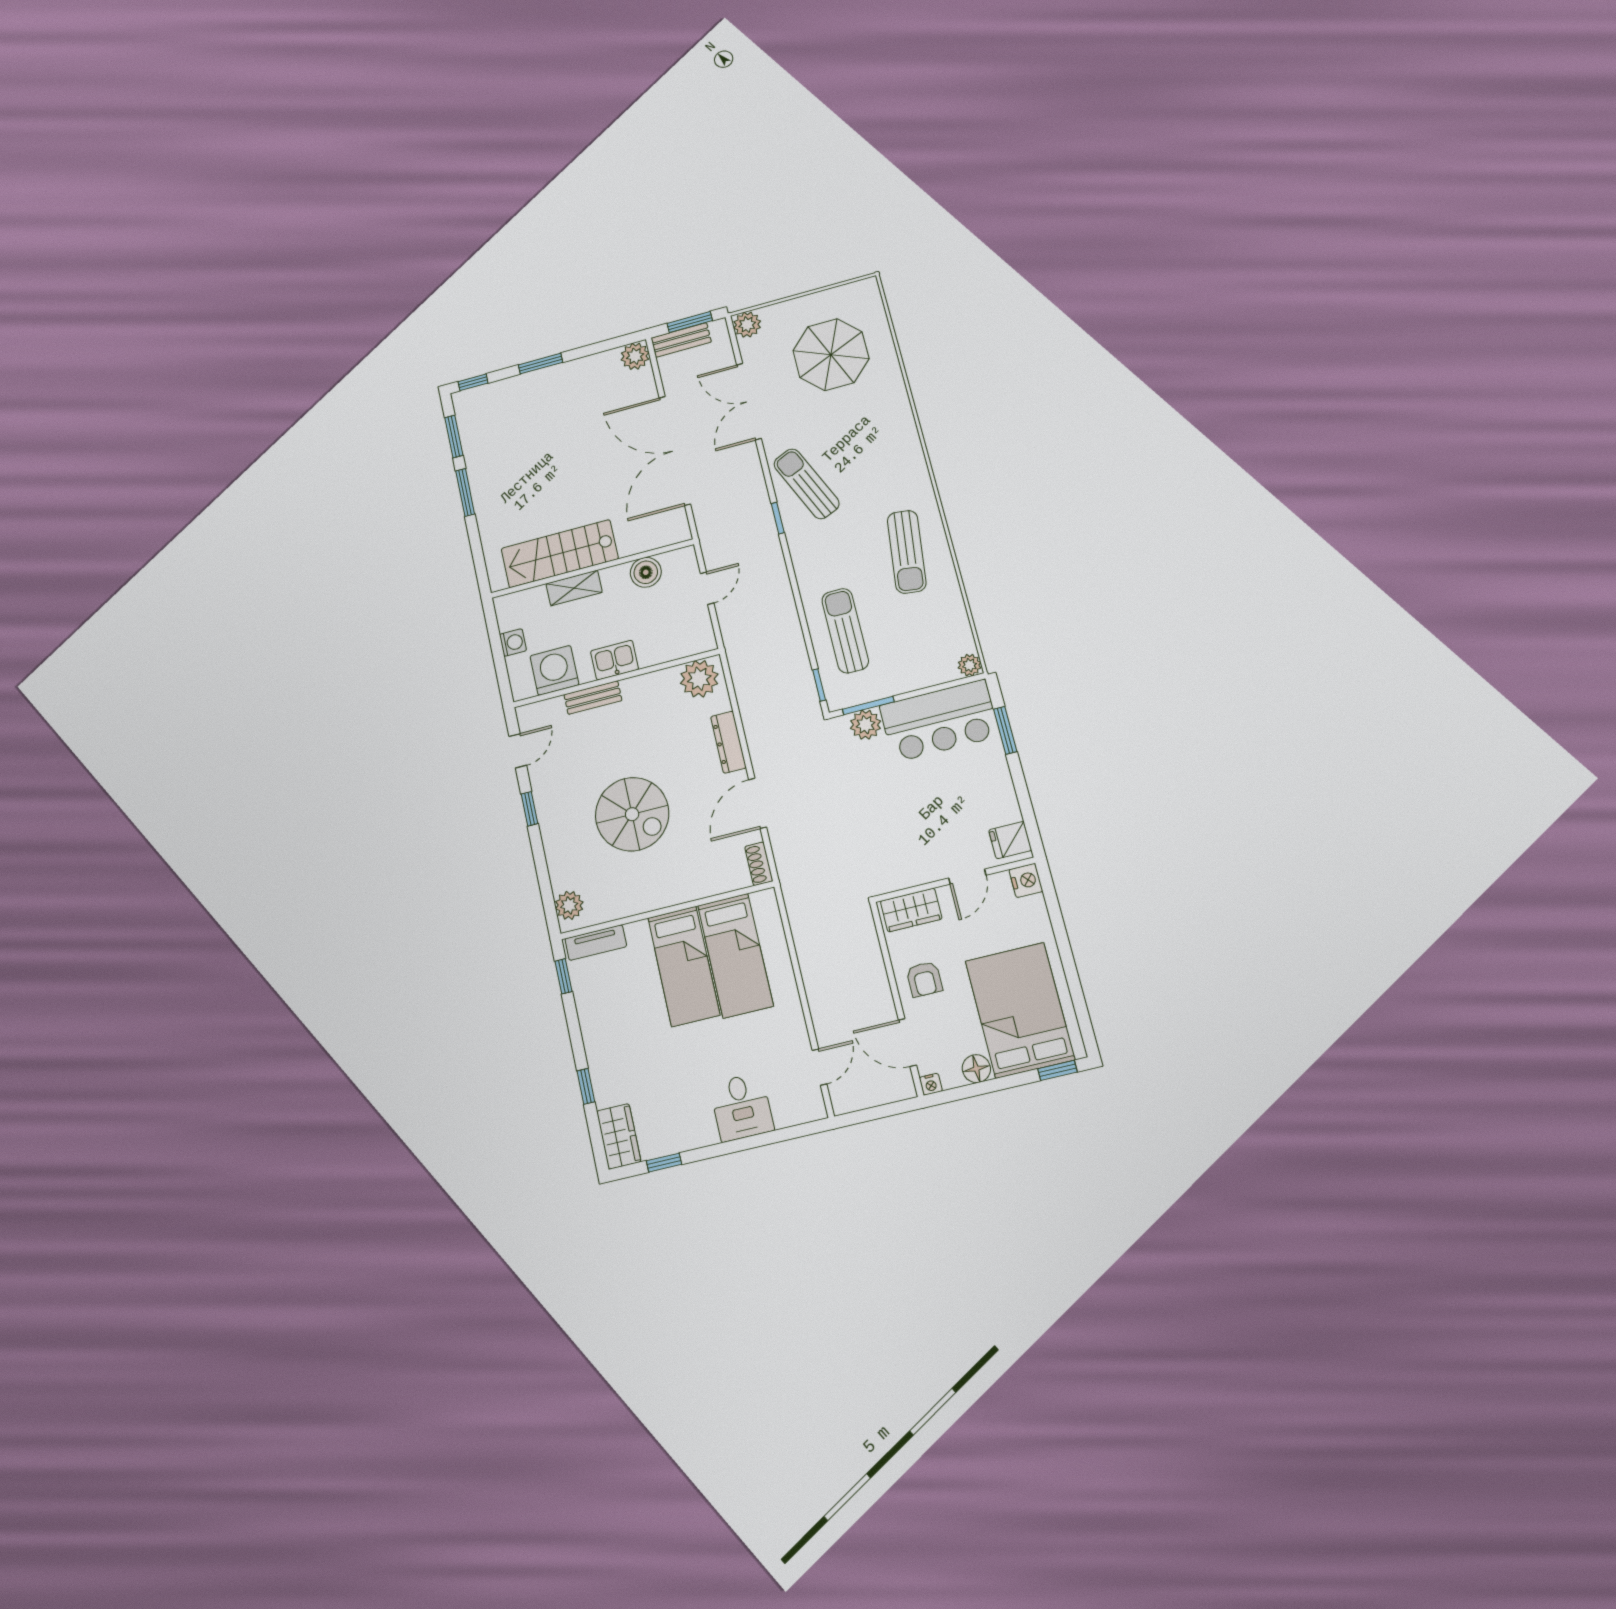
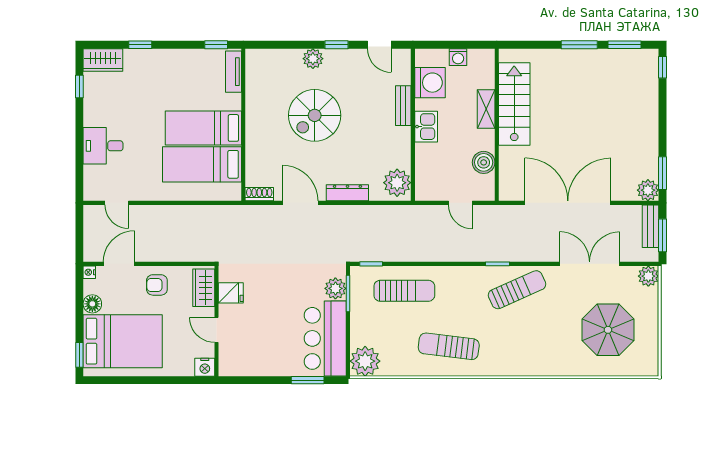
window: (541, 364) -> (663, 173), moved
plant: (970, 665) -> (365, 361), width x1.87, depth x1.87
fridge: (1010, 840) -> (231, 293), moved, turned 90
plant: (569, 905) -> (313, 59), moved

